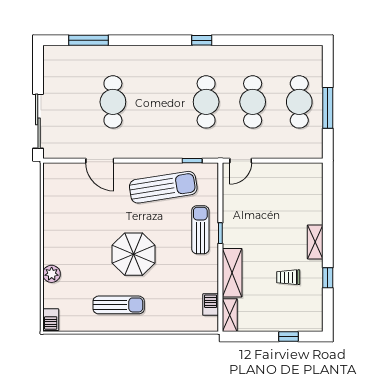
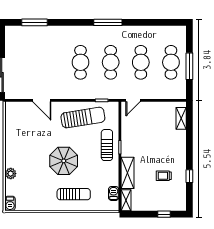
window: (202, 40) -> (108, 22), width x2.17
cafe table: (113, 102) -> (80, 62), moved
shelving: (315, 242) -> (181, 118), moved
sun lounger: (119, 305) -> (74, 194), moved

